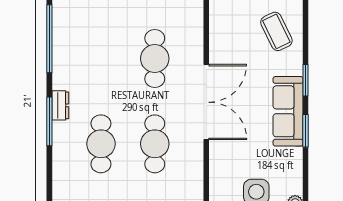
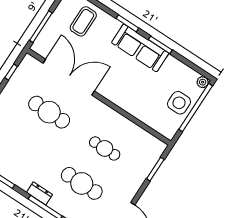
coffee table: (276, 31) -> (83, 21), turned -64
double door: (206, 102) -> (69, 77), moved
cafe table: (155, 144) -> (105, 148), width x0.73, depth x0.74

